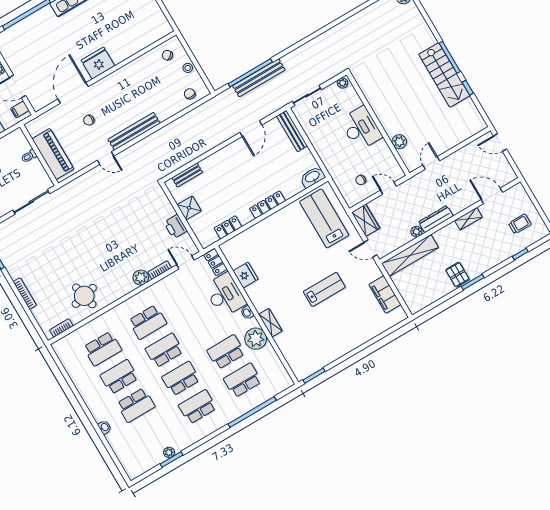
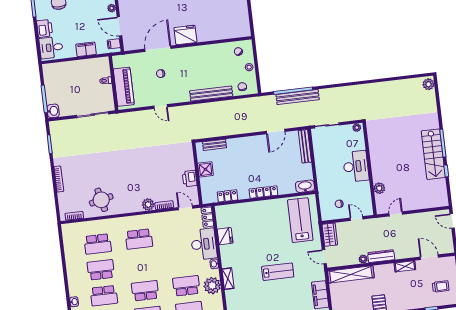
bench: (134, 131) -> (211, 94), moved
school desk: (164, 350) -> (142, 265), removed

